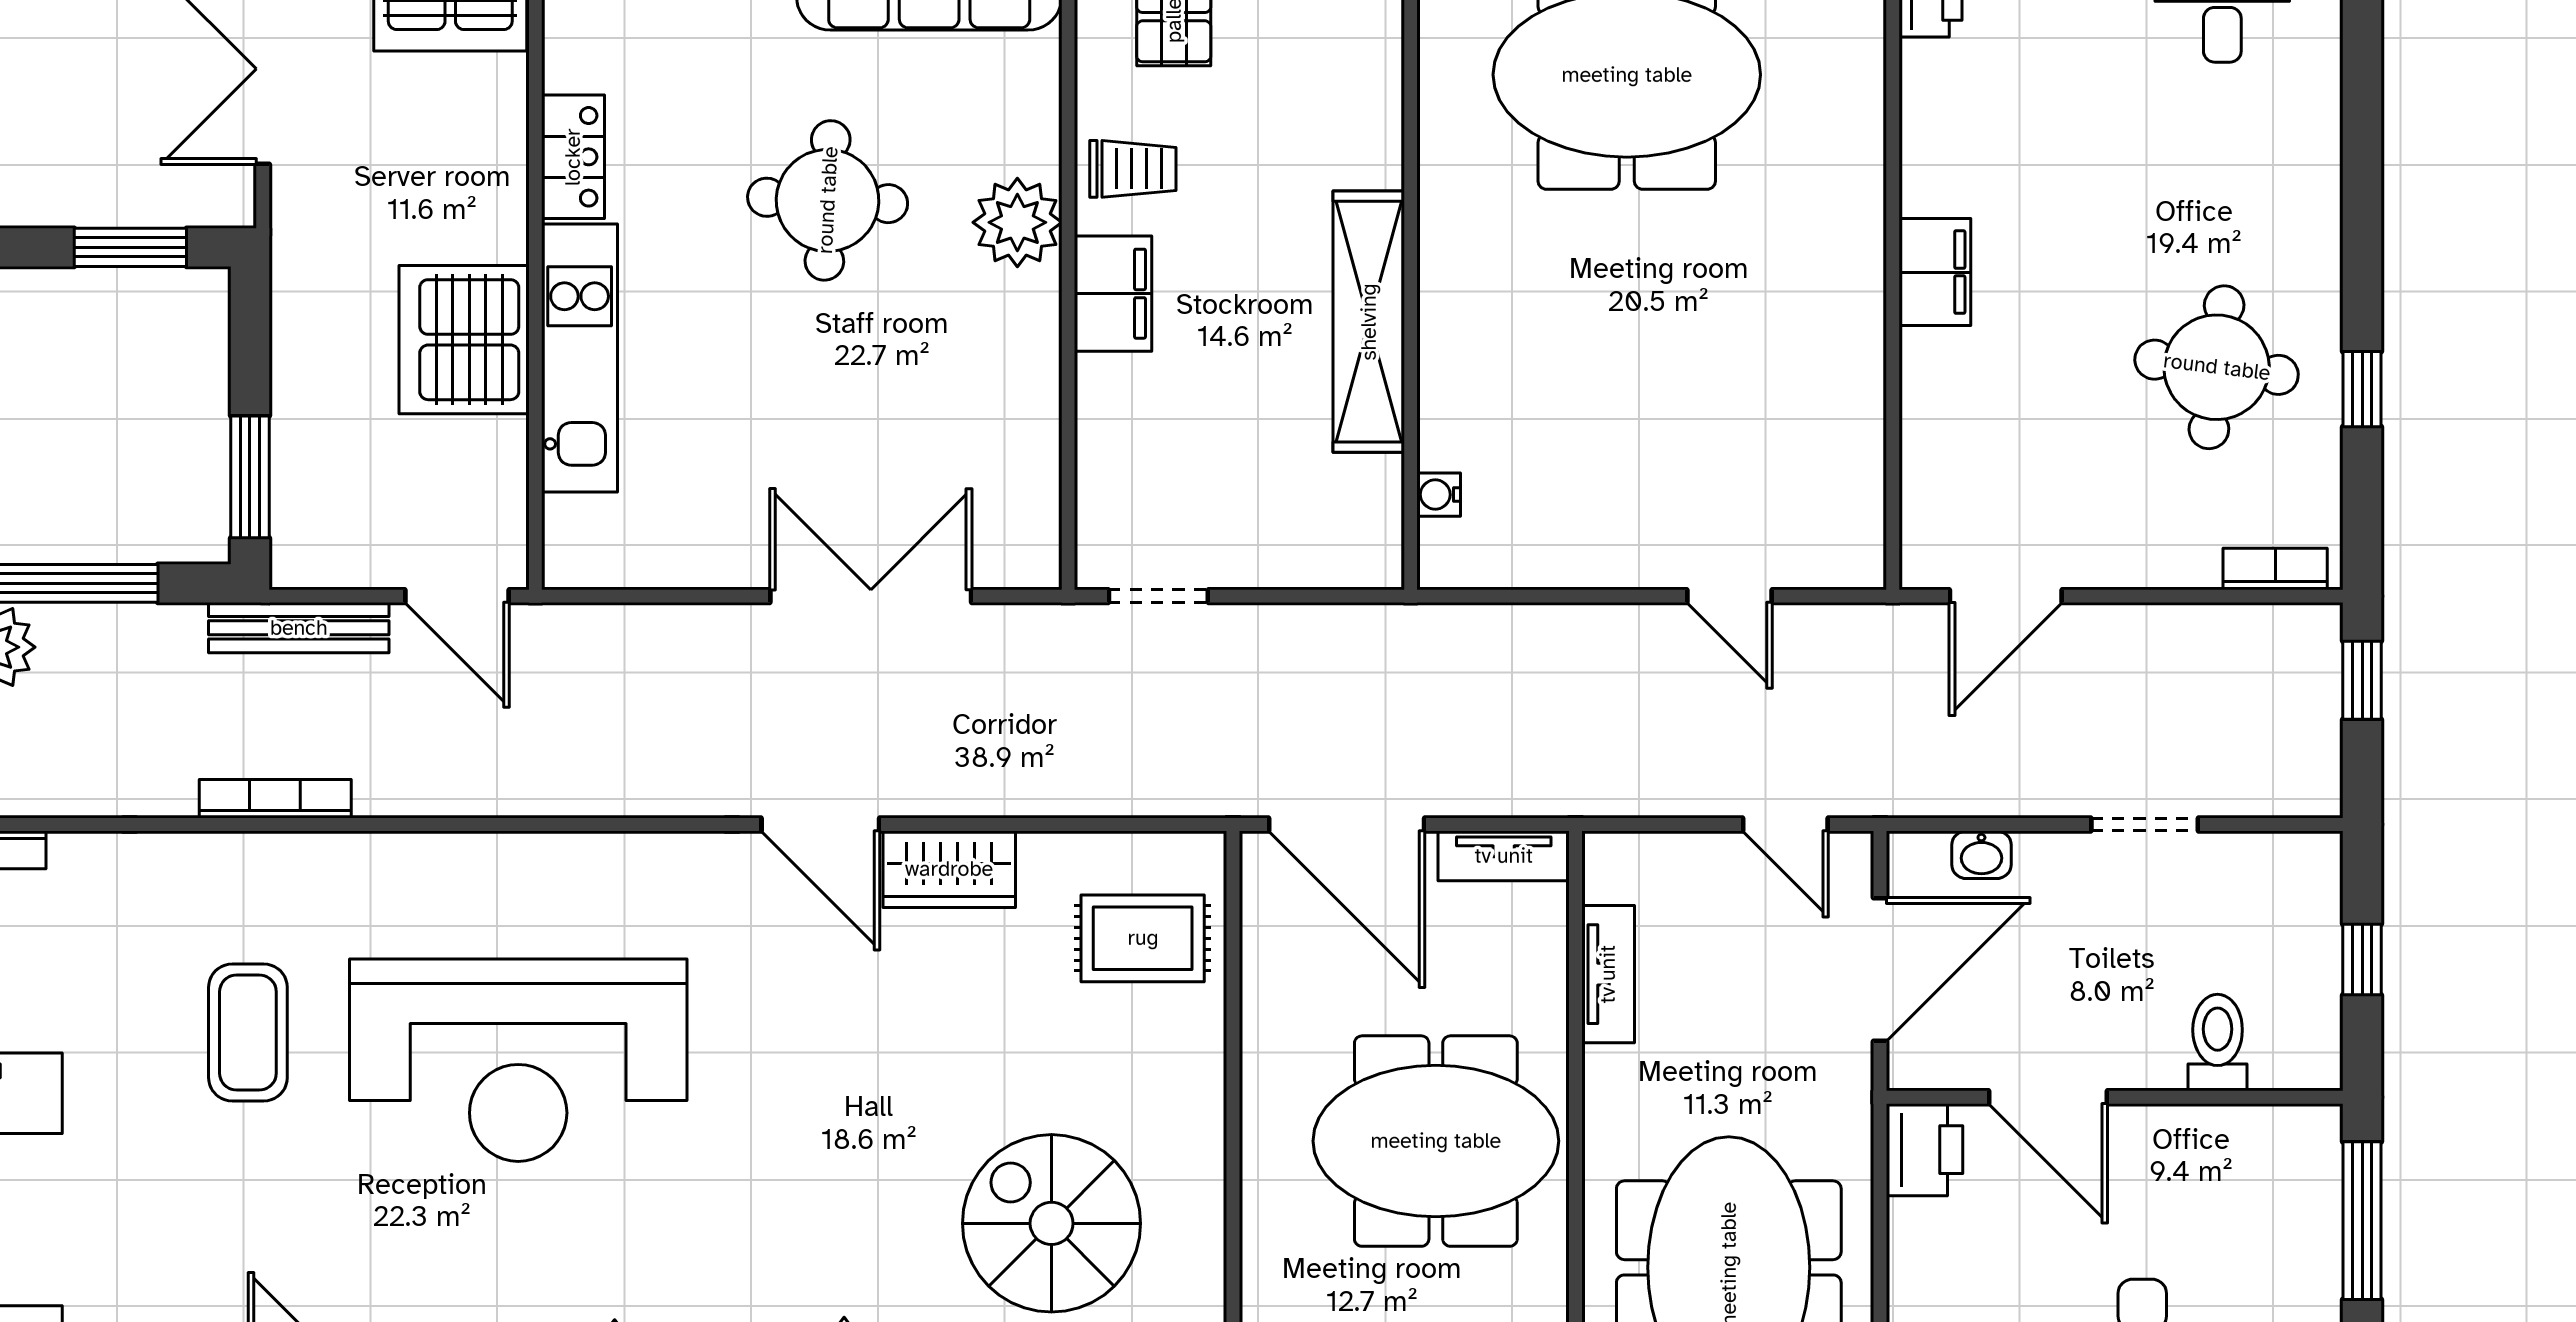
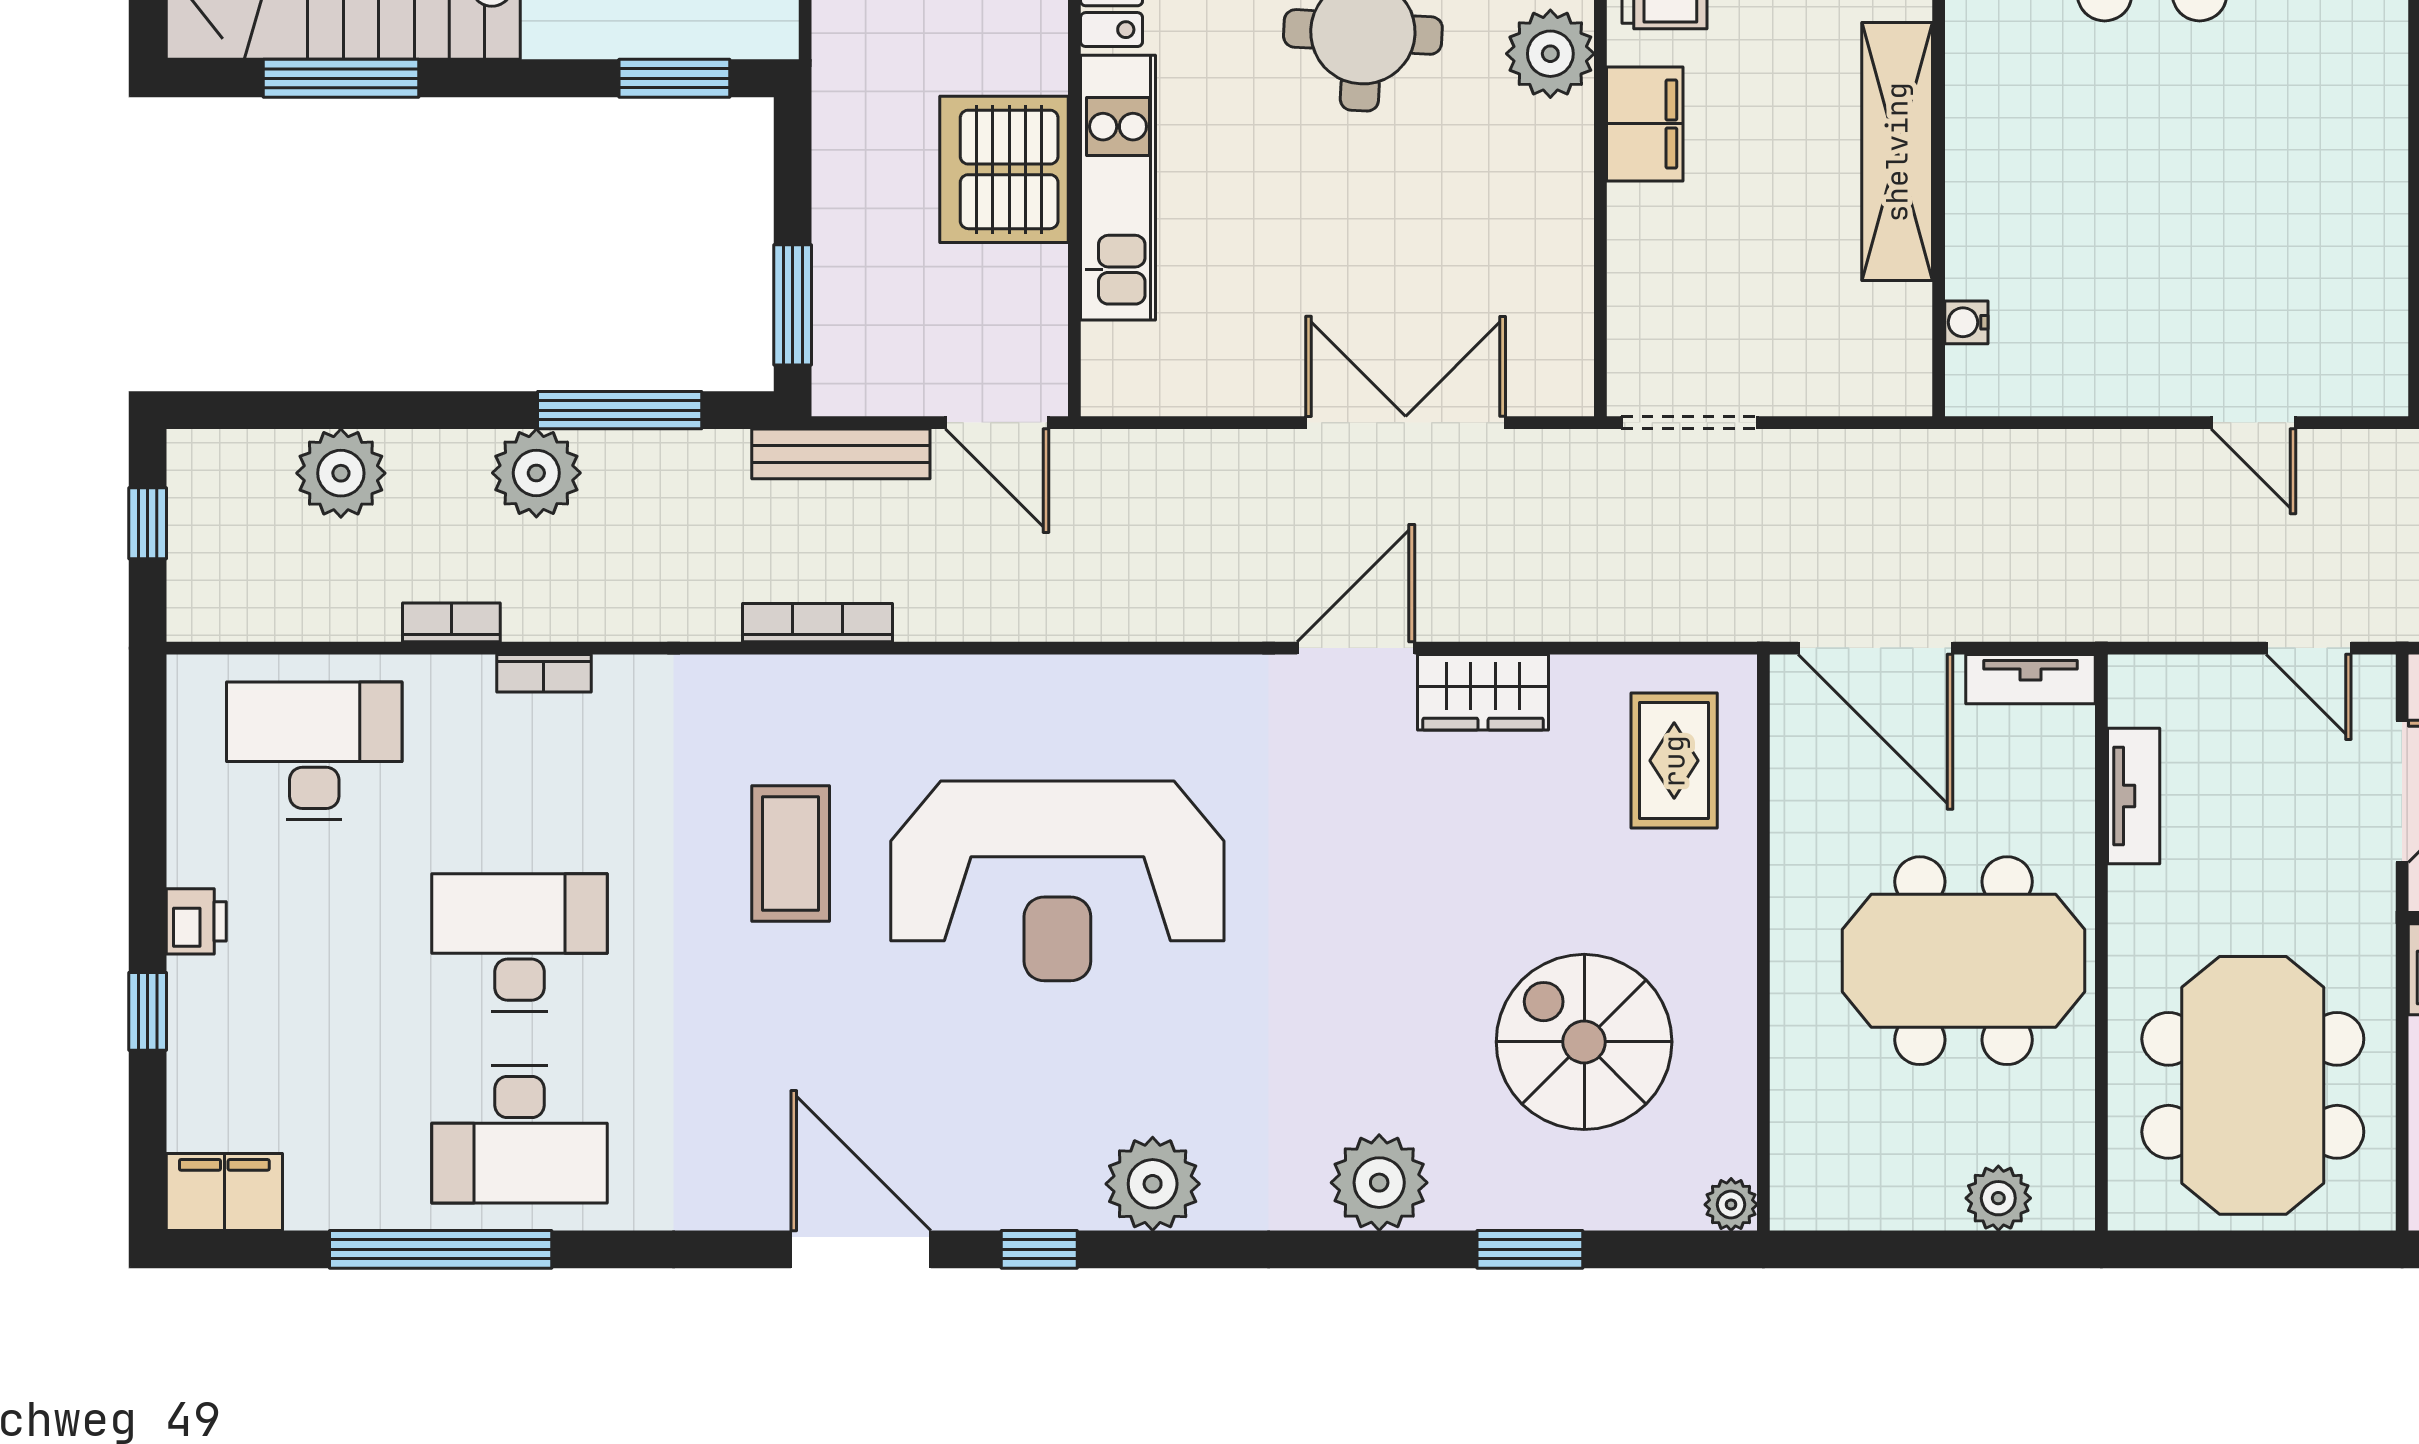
doorway: (1158, 596) -> (1690, 423), width x1.38
door: (820, 824) -> (1356, 648), swing flipped
rug: (1143, 938) -> (1674, 761), turned 90

